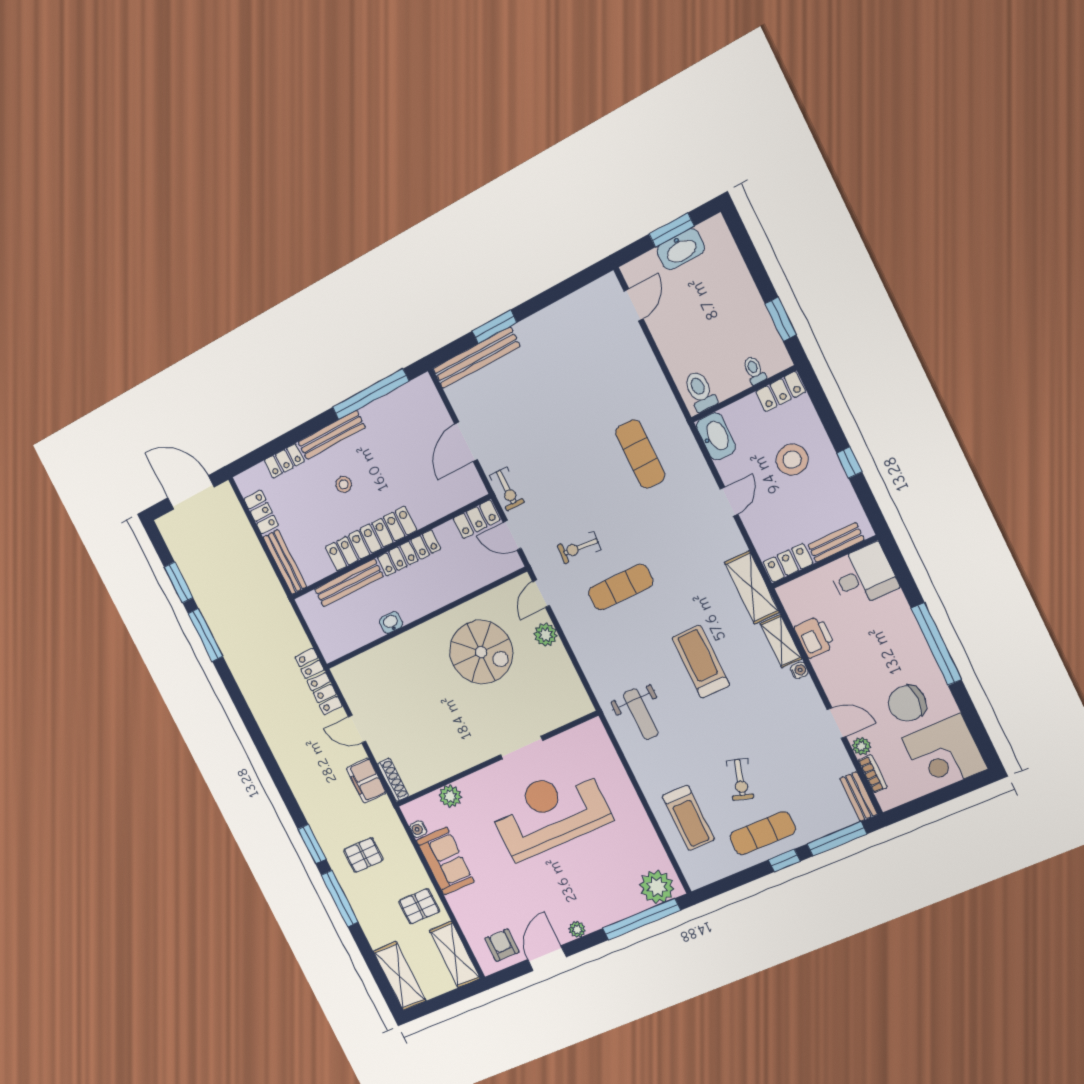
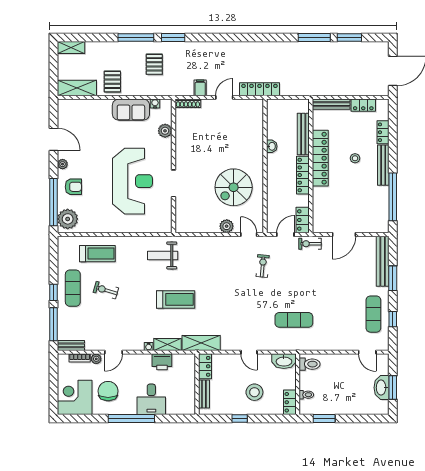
window: (559, 291) -> (393, 319), added
door: (466, 442) -> (344, 235), swing flipped
desk: (863, 576) -> (151, 399), moved
exercise mat: (621, 587) -> (373, 314), moved
filing cabinet: (366, 781) -> (200, 88), width x0.50
treadmill: (688, 818) -> (97, 254), turned 180
armchair: (502, 945) -> (73, 187), moved
shelving: (400, 976) -> (71, 48), width x0.67, depth x0.75

